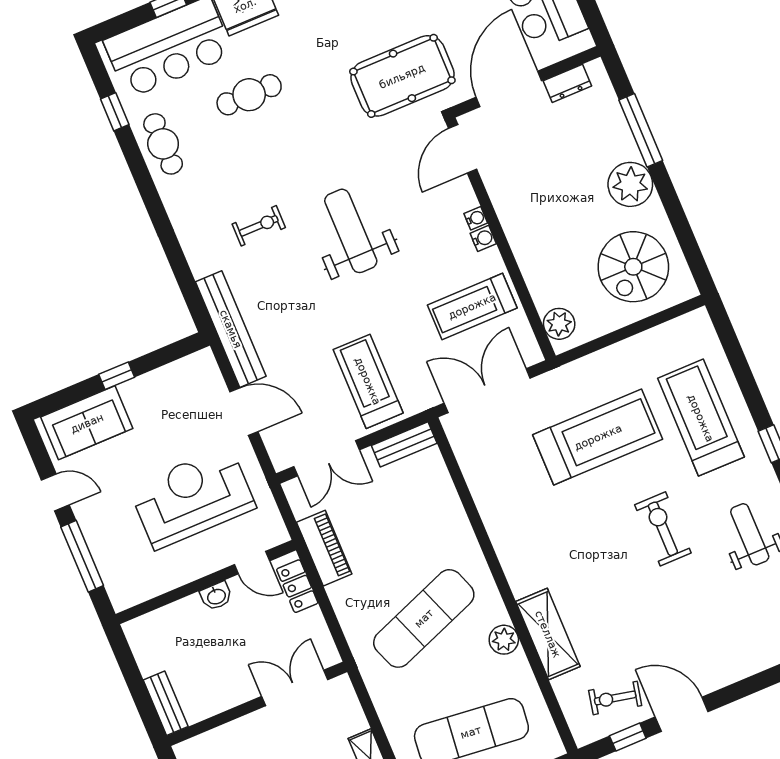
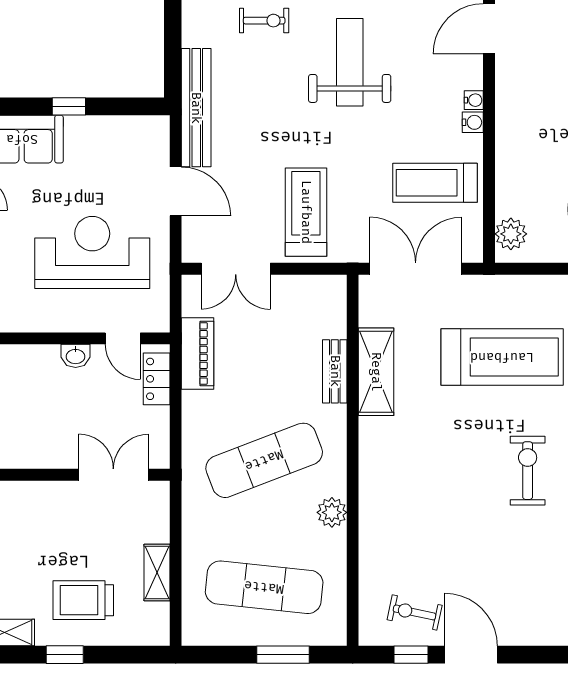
bench: (404, 444) -> (335, 371), moved, turned 90
shelving: (548, 634) -> (376, 372), moved

